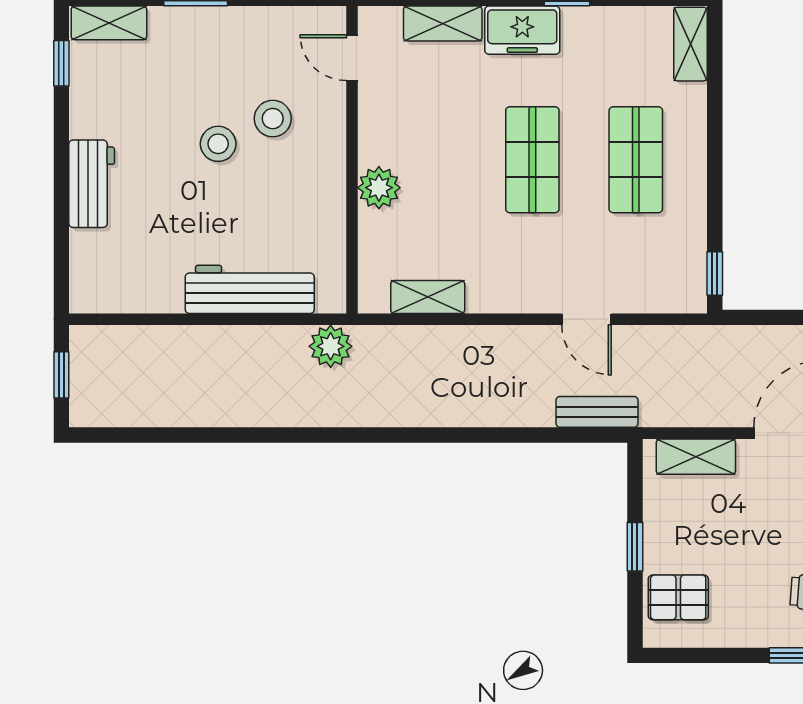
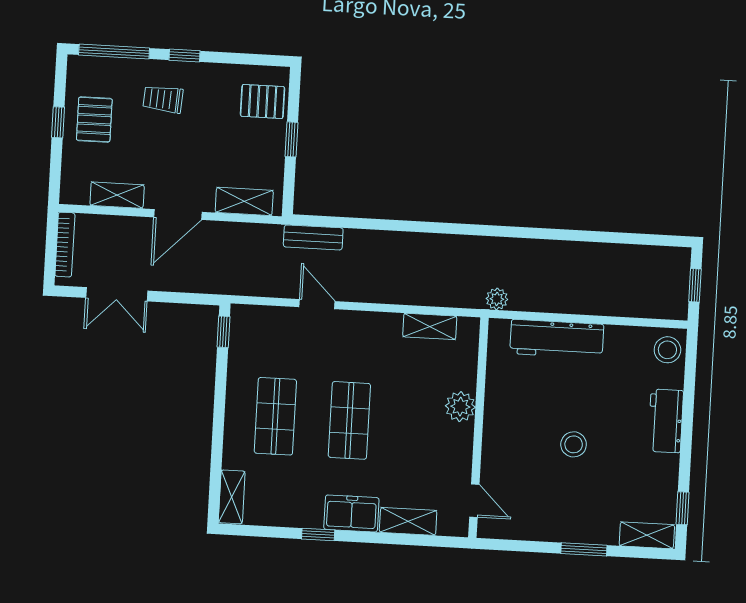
stool: (273, 119) -> (667, 350), moved
plant: (331, 346) -> (497, 299), width x0.73, depth x0.73

